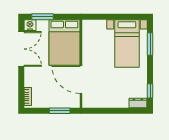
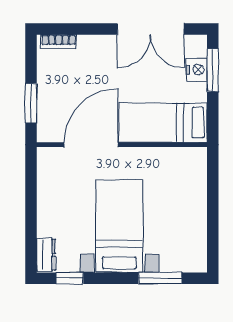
nightstand: (30, 25) -> (197, 70), moved
bed: (64, 42) -> (163, 122), width x0.67
bed with nightstands: (127, 44) -> (119, 226), moved, turned 90

